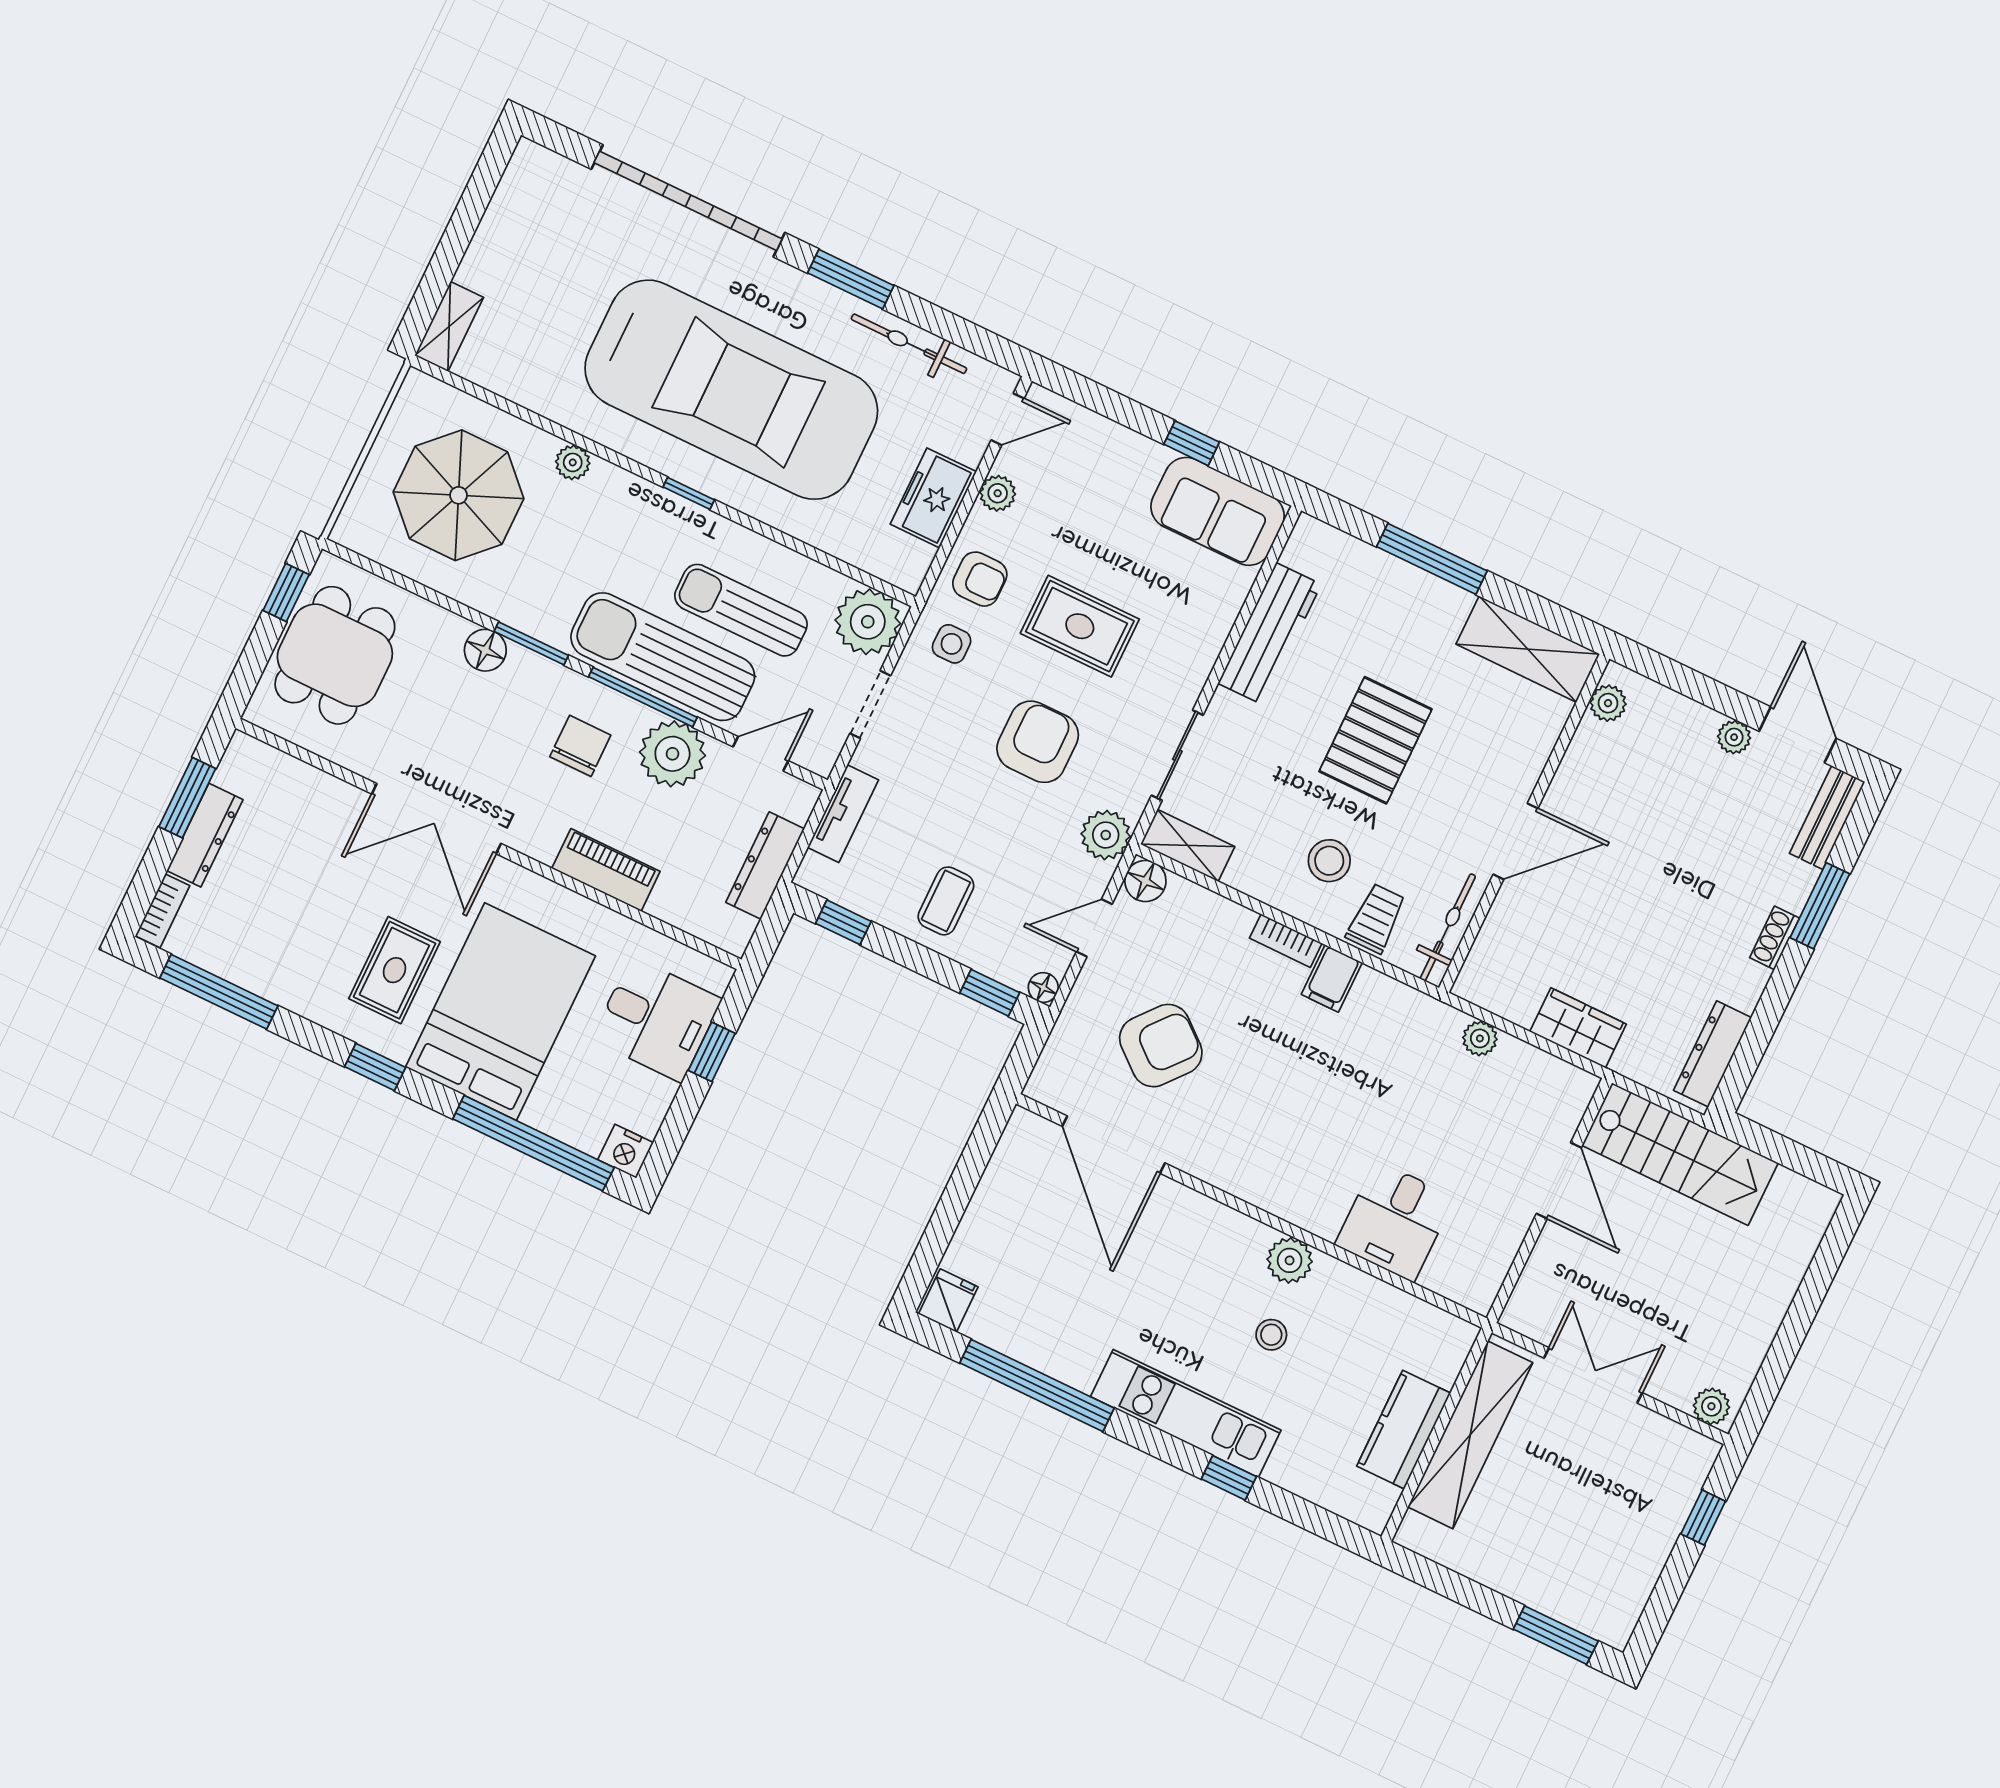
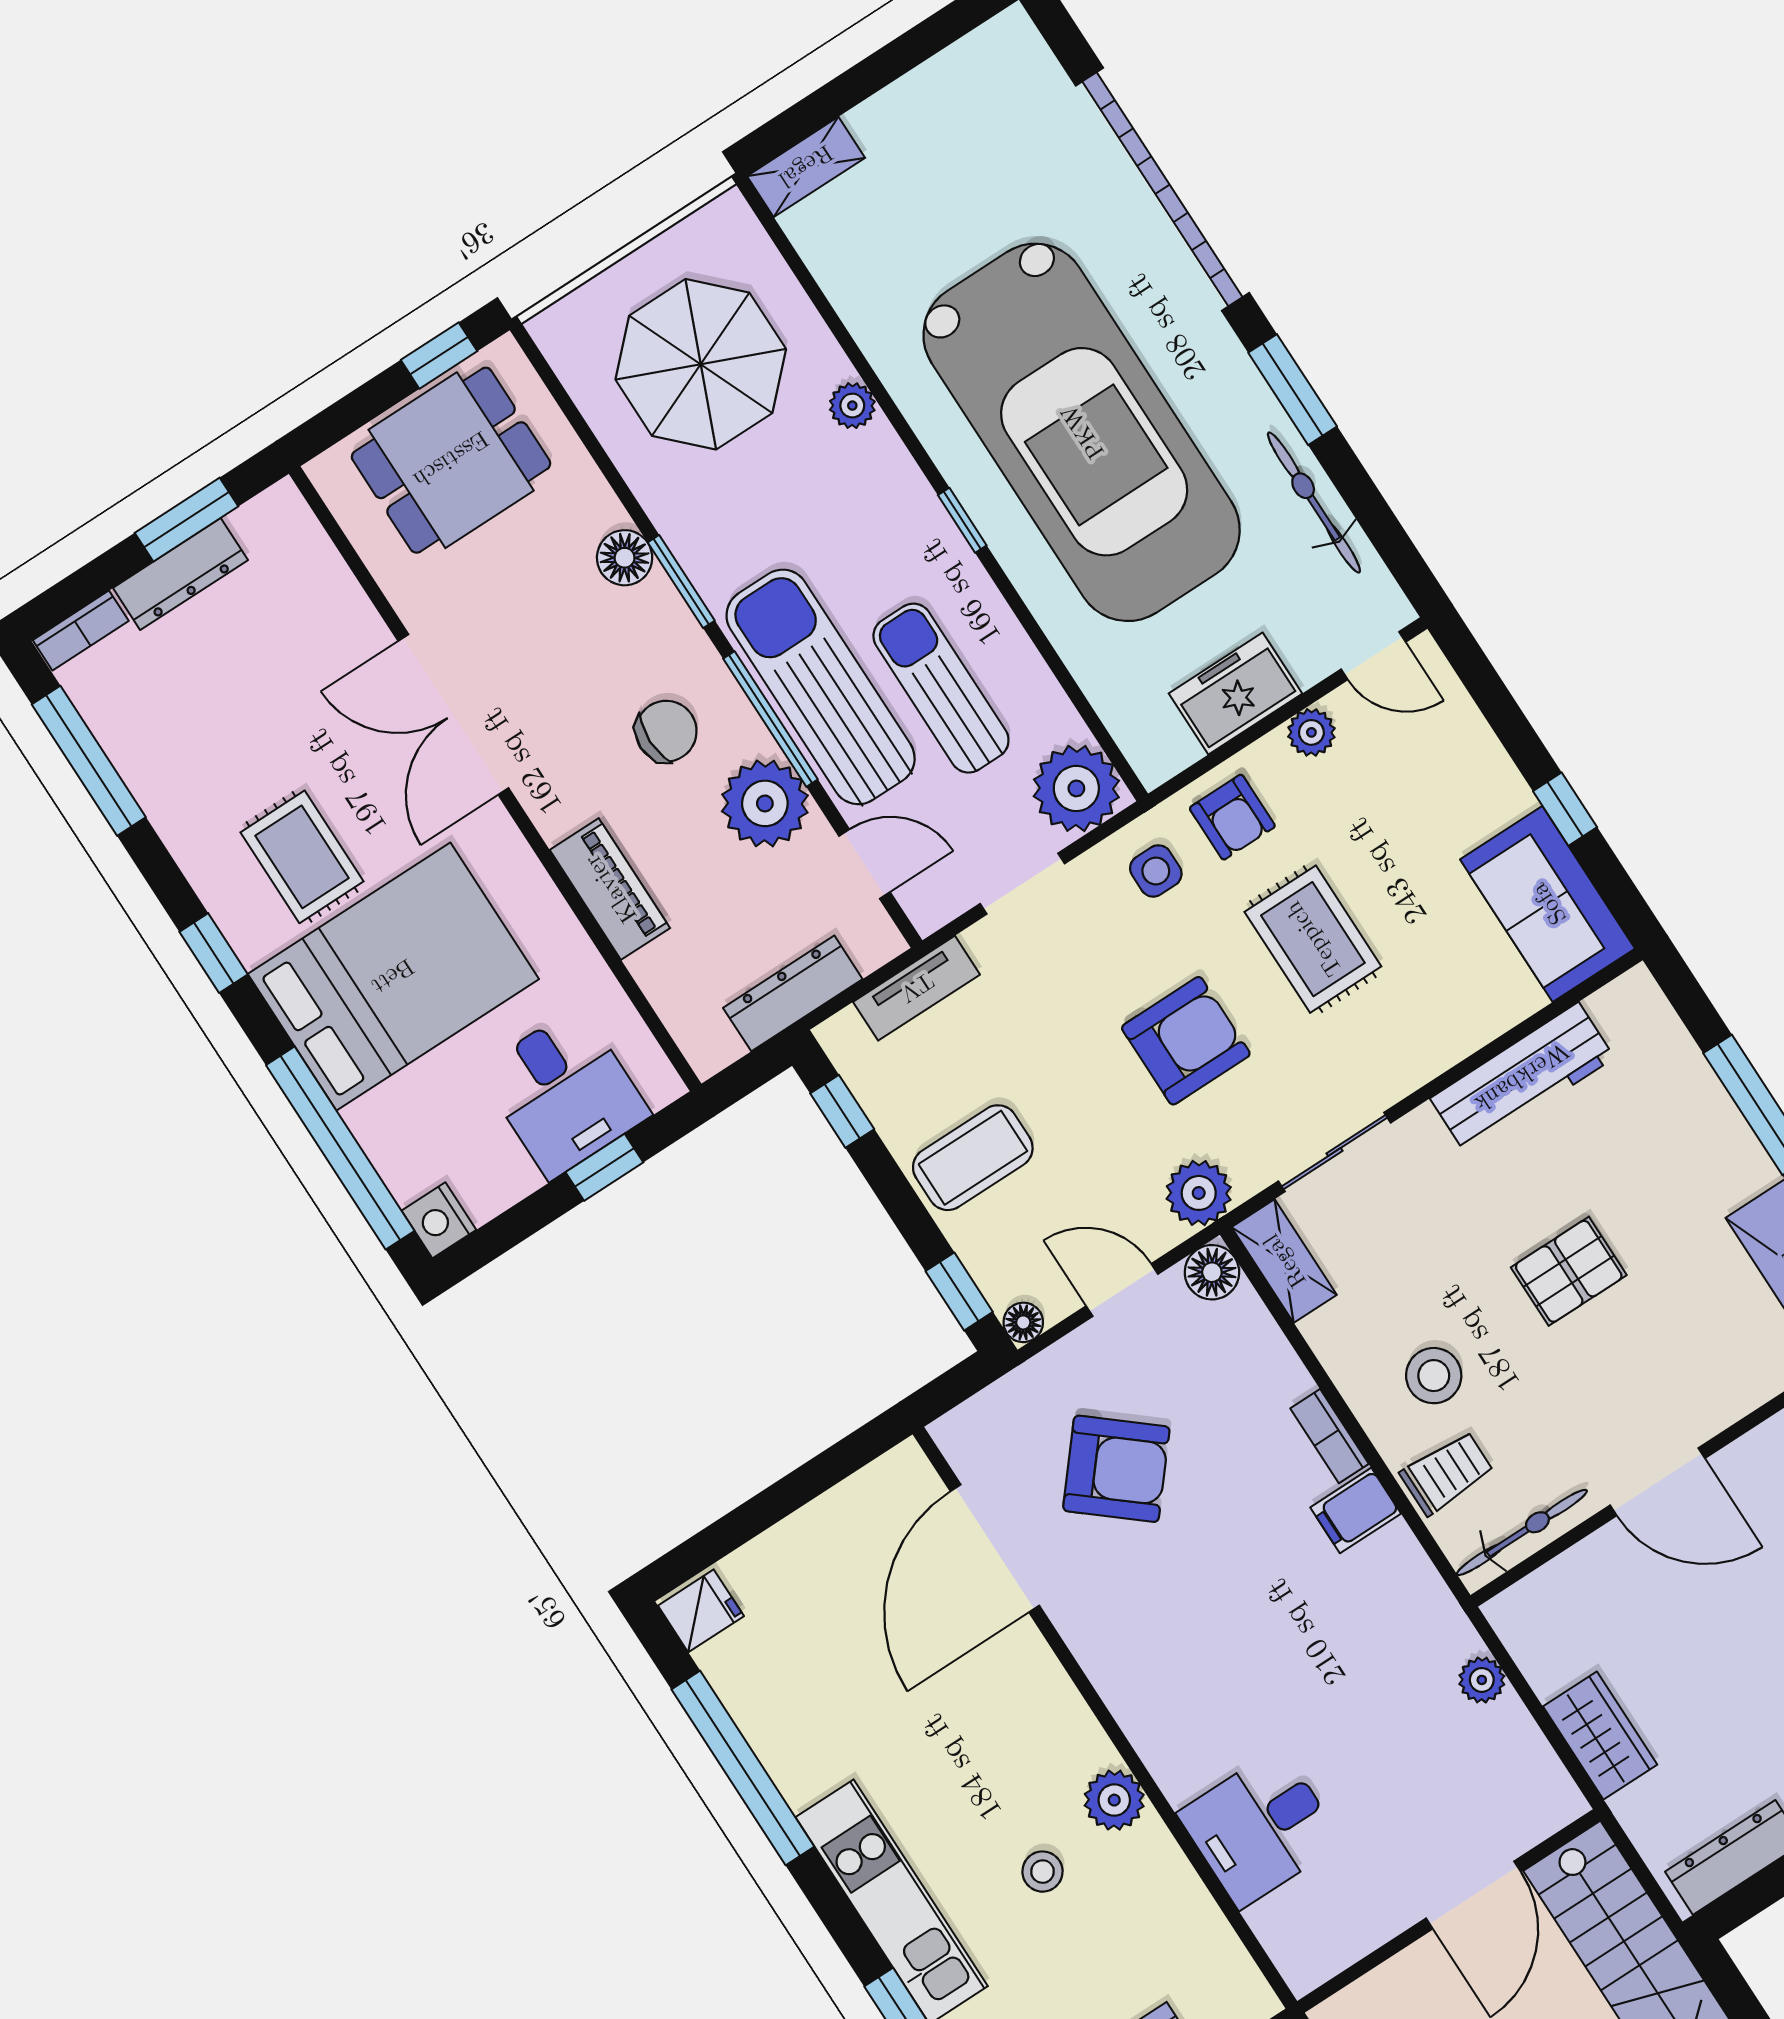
pallet: (1375, 740) -> (1569, 1271), width x0.67, depth x0.71
coffee table: (946, 901) -> (973, 1158), width x1.36, depth x1.30
rug: (394, 970) -> (302, 857), turned 90

